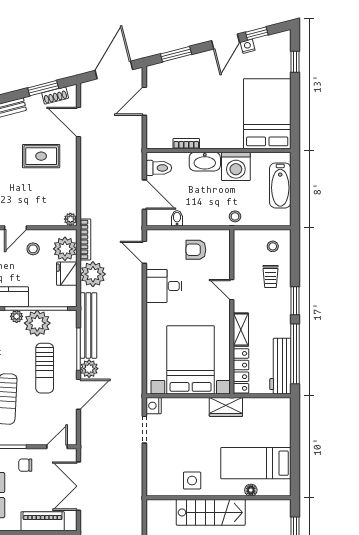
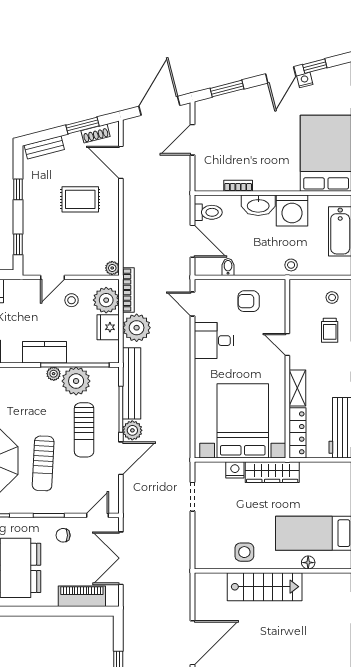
nightstand: (154, 406) -> (235, 470), moved, turned 90
wardrobe: (226, 407) -> (272, 472), width x1.50

